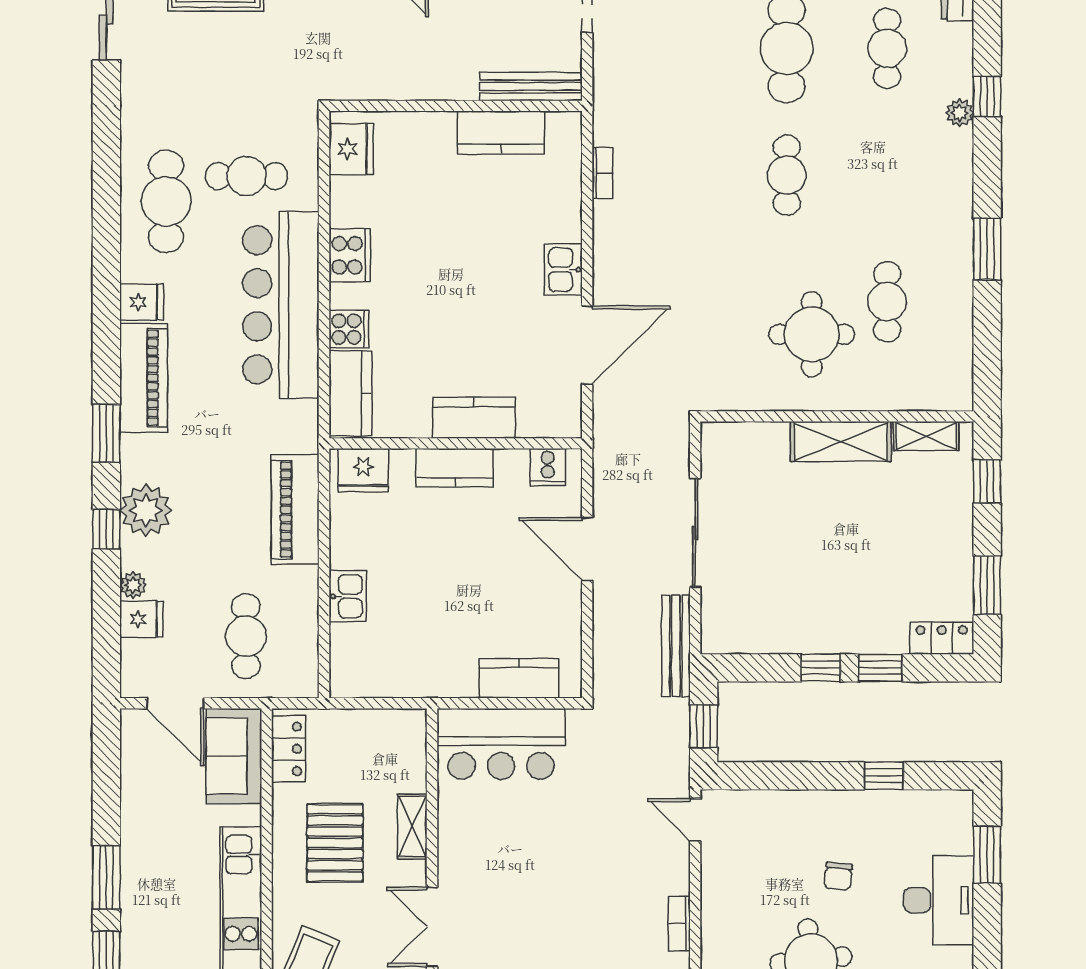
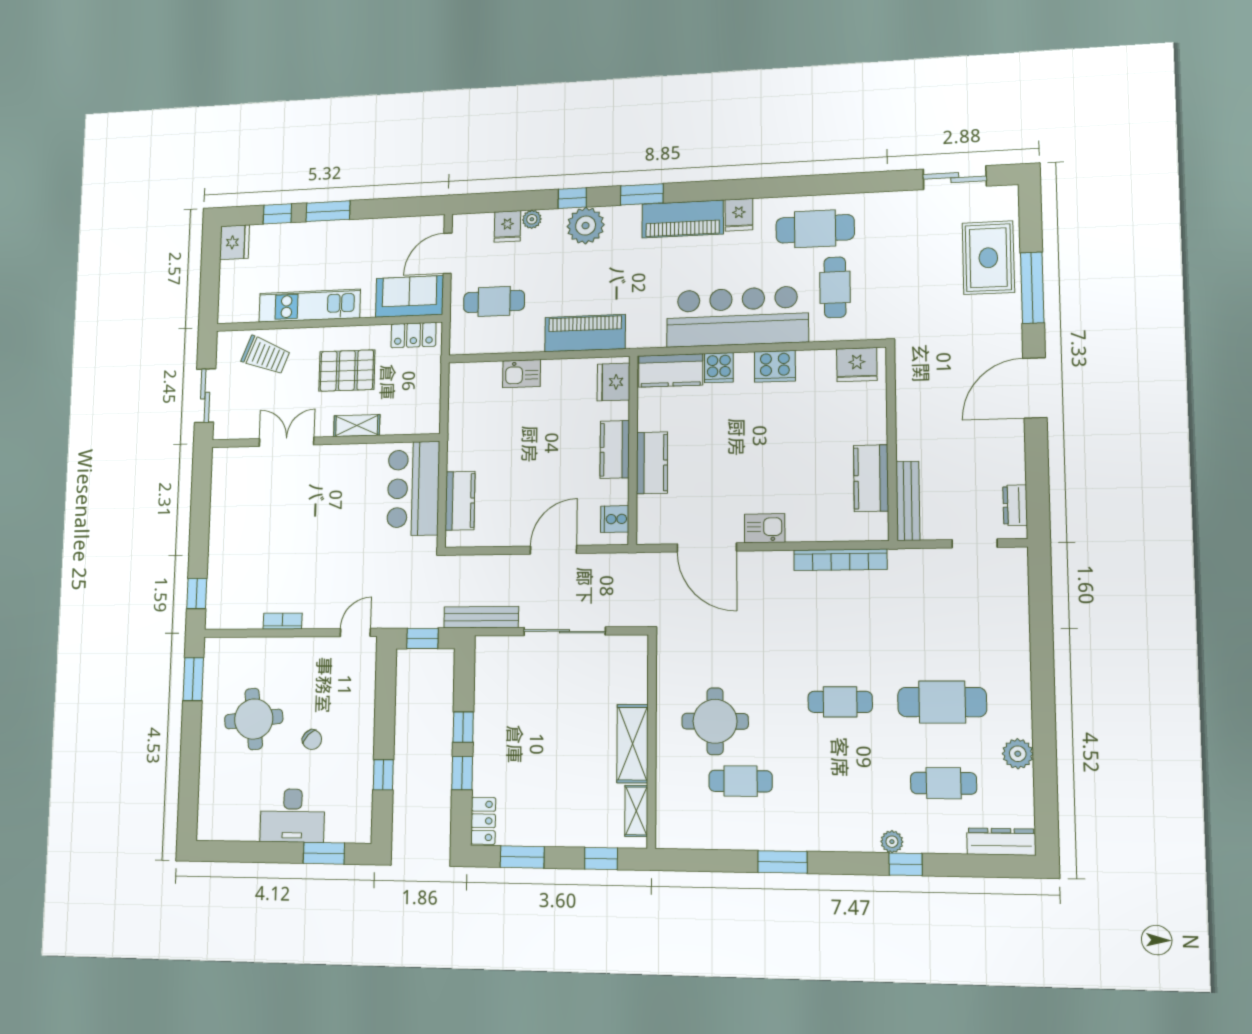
bookcase: (602, 173) -> (840, 560), width x2.31, depth x1.31
chair: (838, 876) -> (312, 740), turned -141

